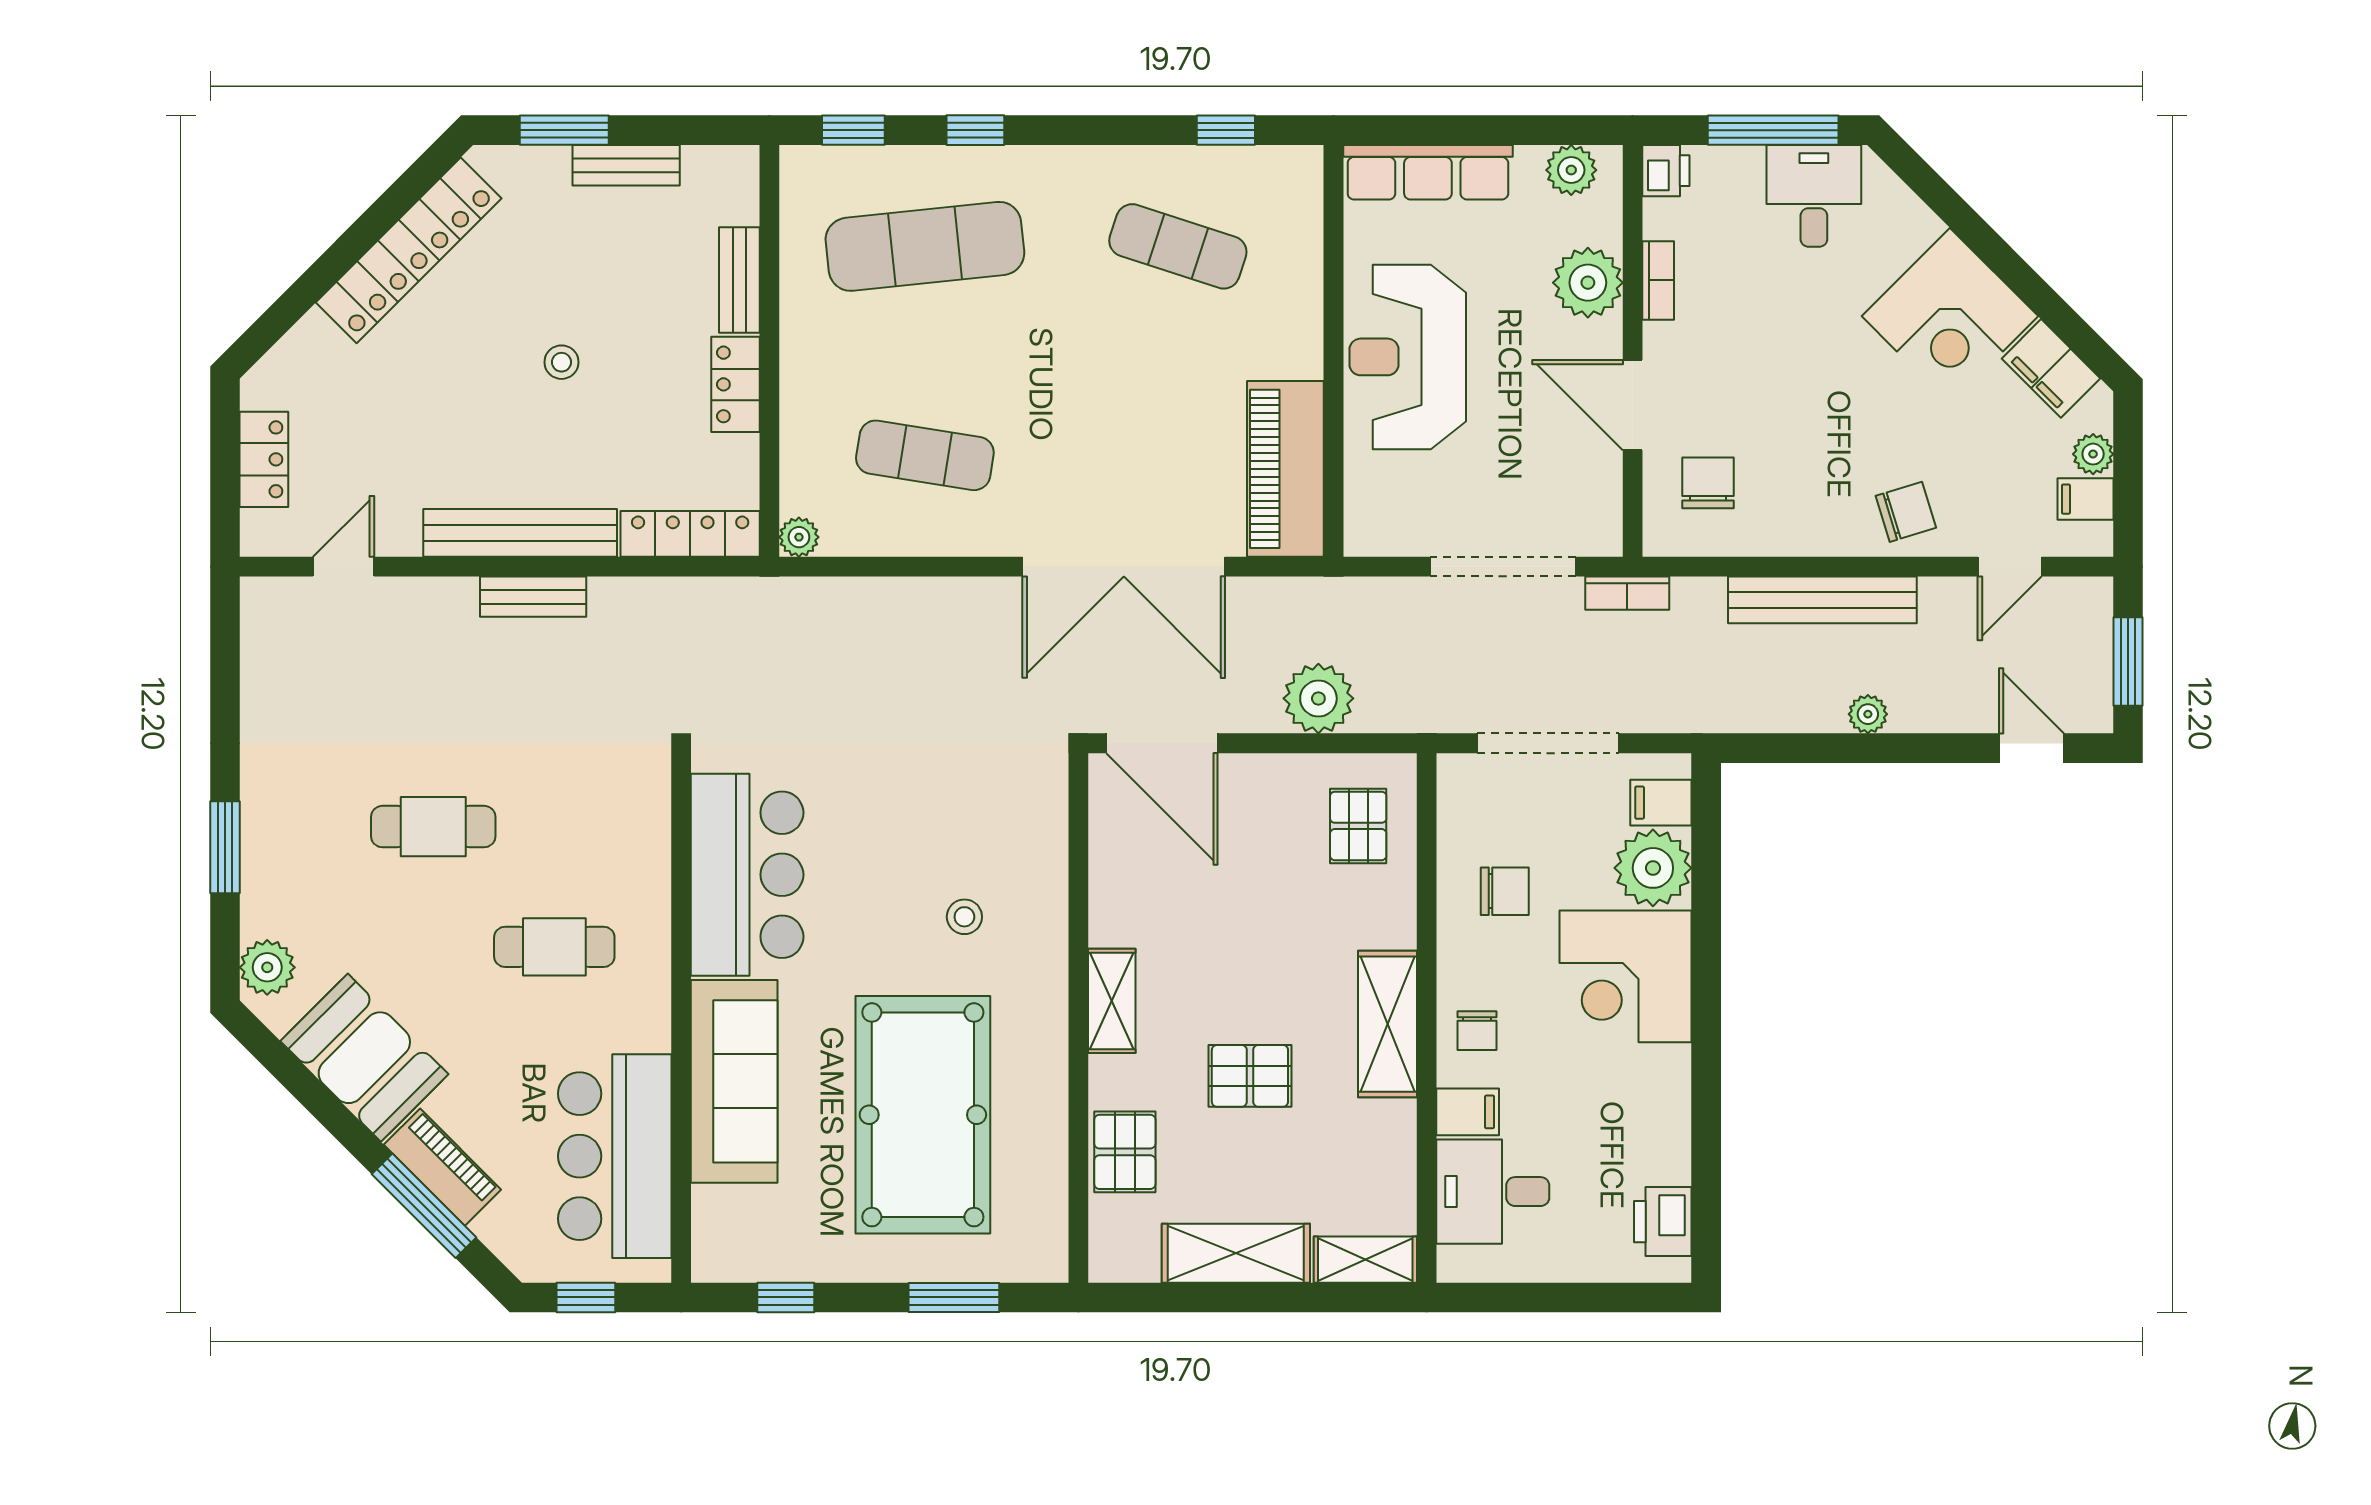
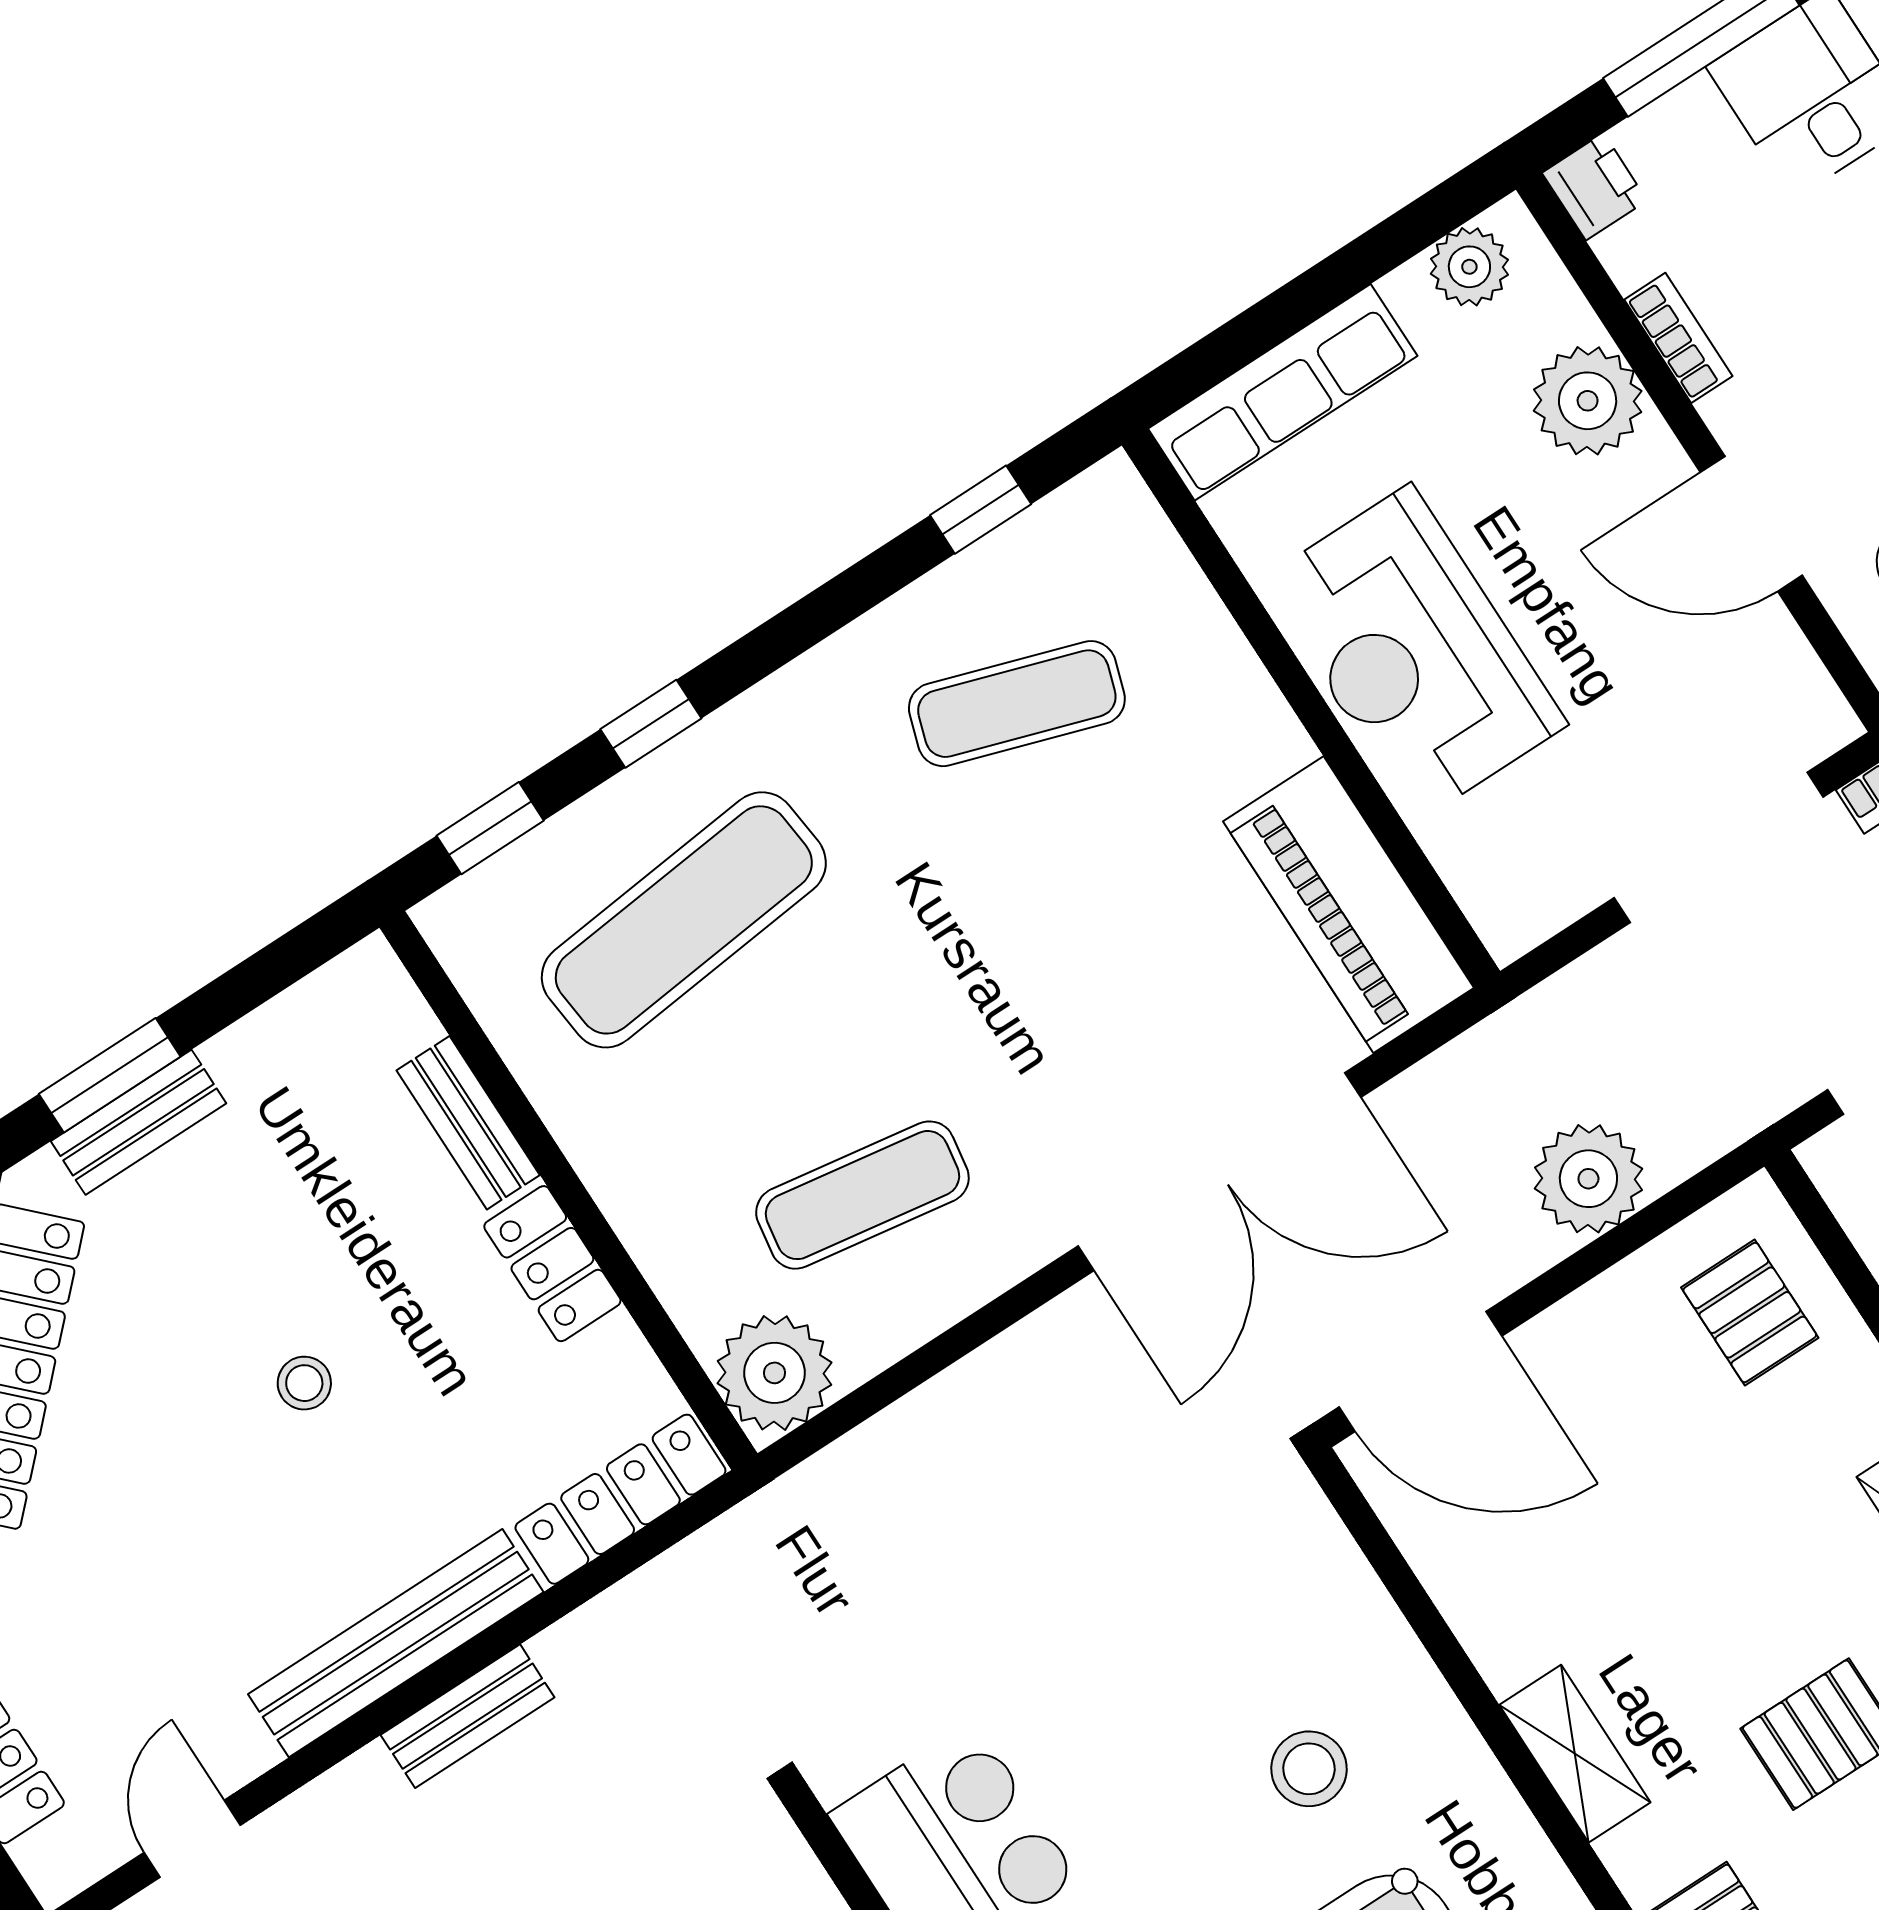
bench: (626, 165) -> (138, 1122), moved
plant: (799, 537) -> (774, 1373), width x1.87, depth x1.87
stool: (964, 917) -> (1309, 1769), width x1.37, depth x1.37

